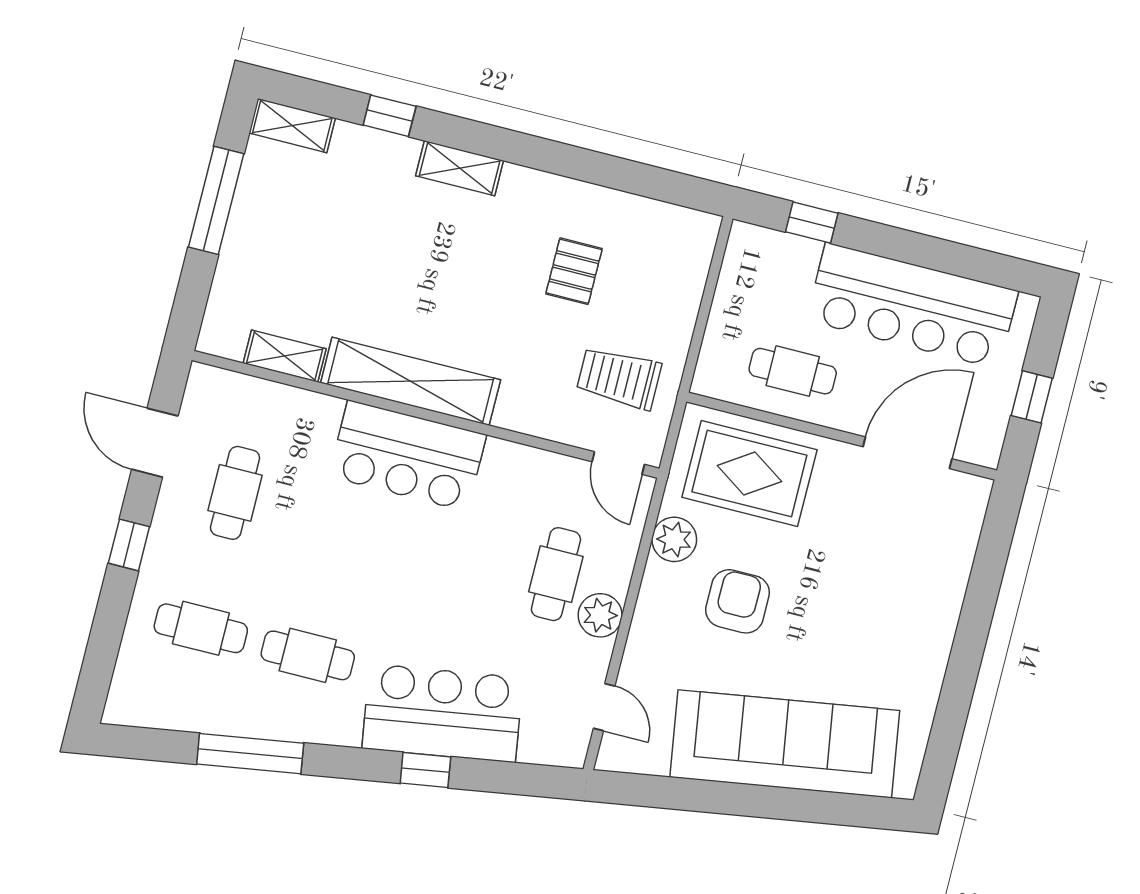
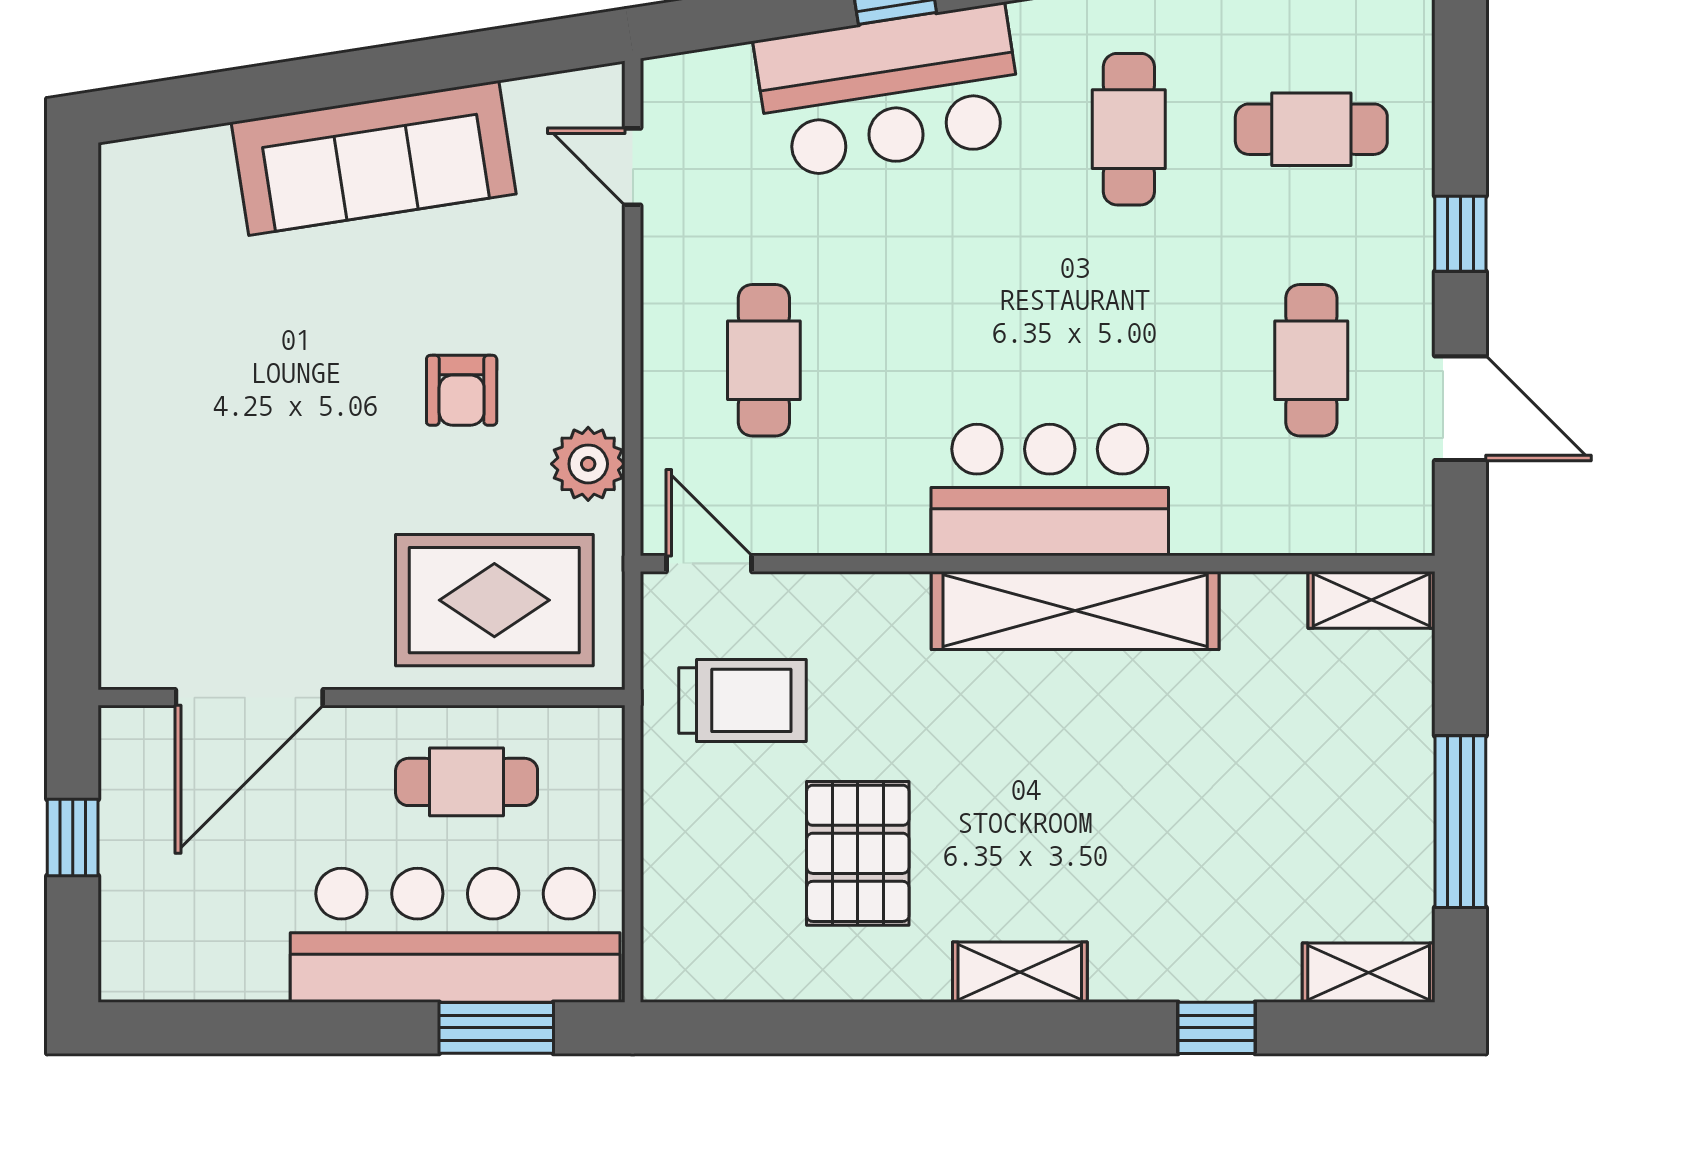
shelving: (460, 168) -> (1020, 972), moved
window: (812, 223) -> (496, 1028), width x1.50
pallet: (574, 271) -> (858, 853), width x1.50, depth x1.42
bar counter: (912, 306) -> (455, 935), moved
shelving: (285, 356) -> (1371, 600), moved
armchair: (738, 601) -> (462, 390), width x0.72, depth x0.72
plant: (600, 615) -> (676, 312), removed
cafe table: (308, 655) -> (1129, 129), turned 90
sofa: (785, 744) -> (374, 158), width x0.74, depth x0.79

